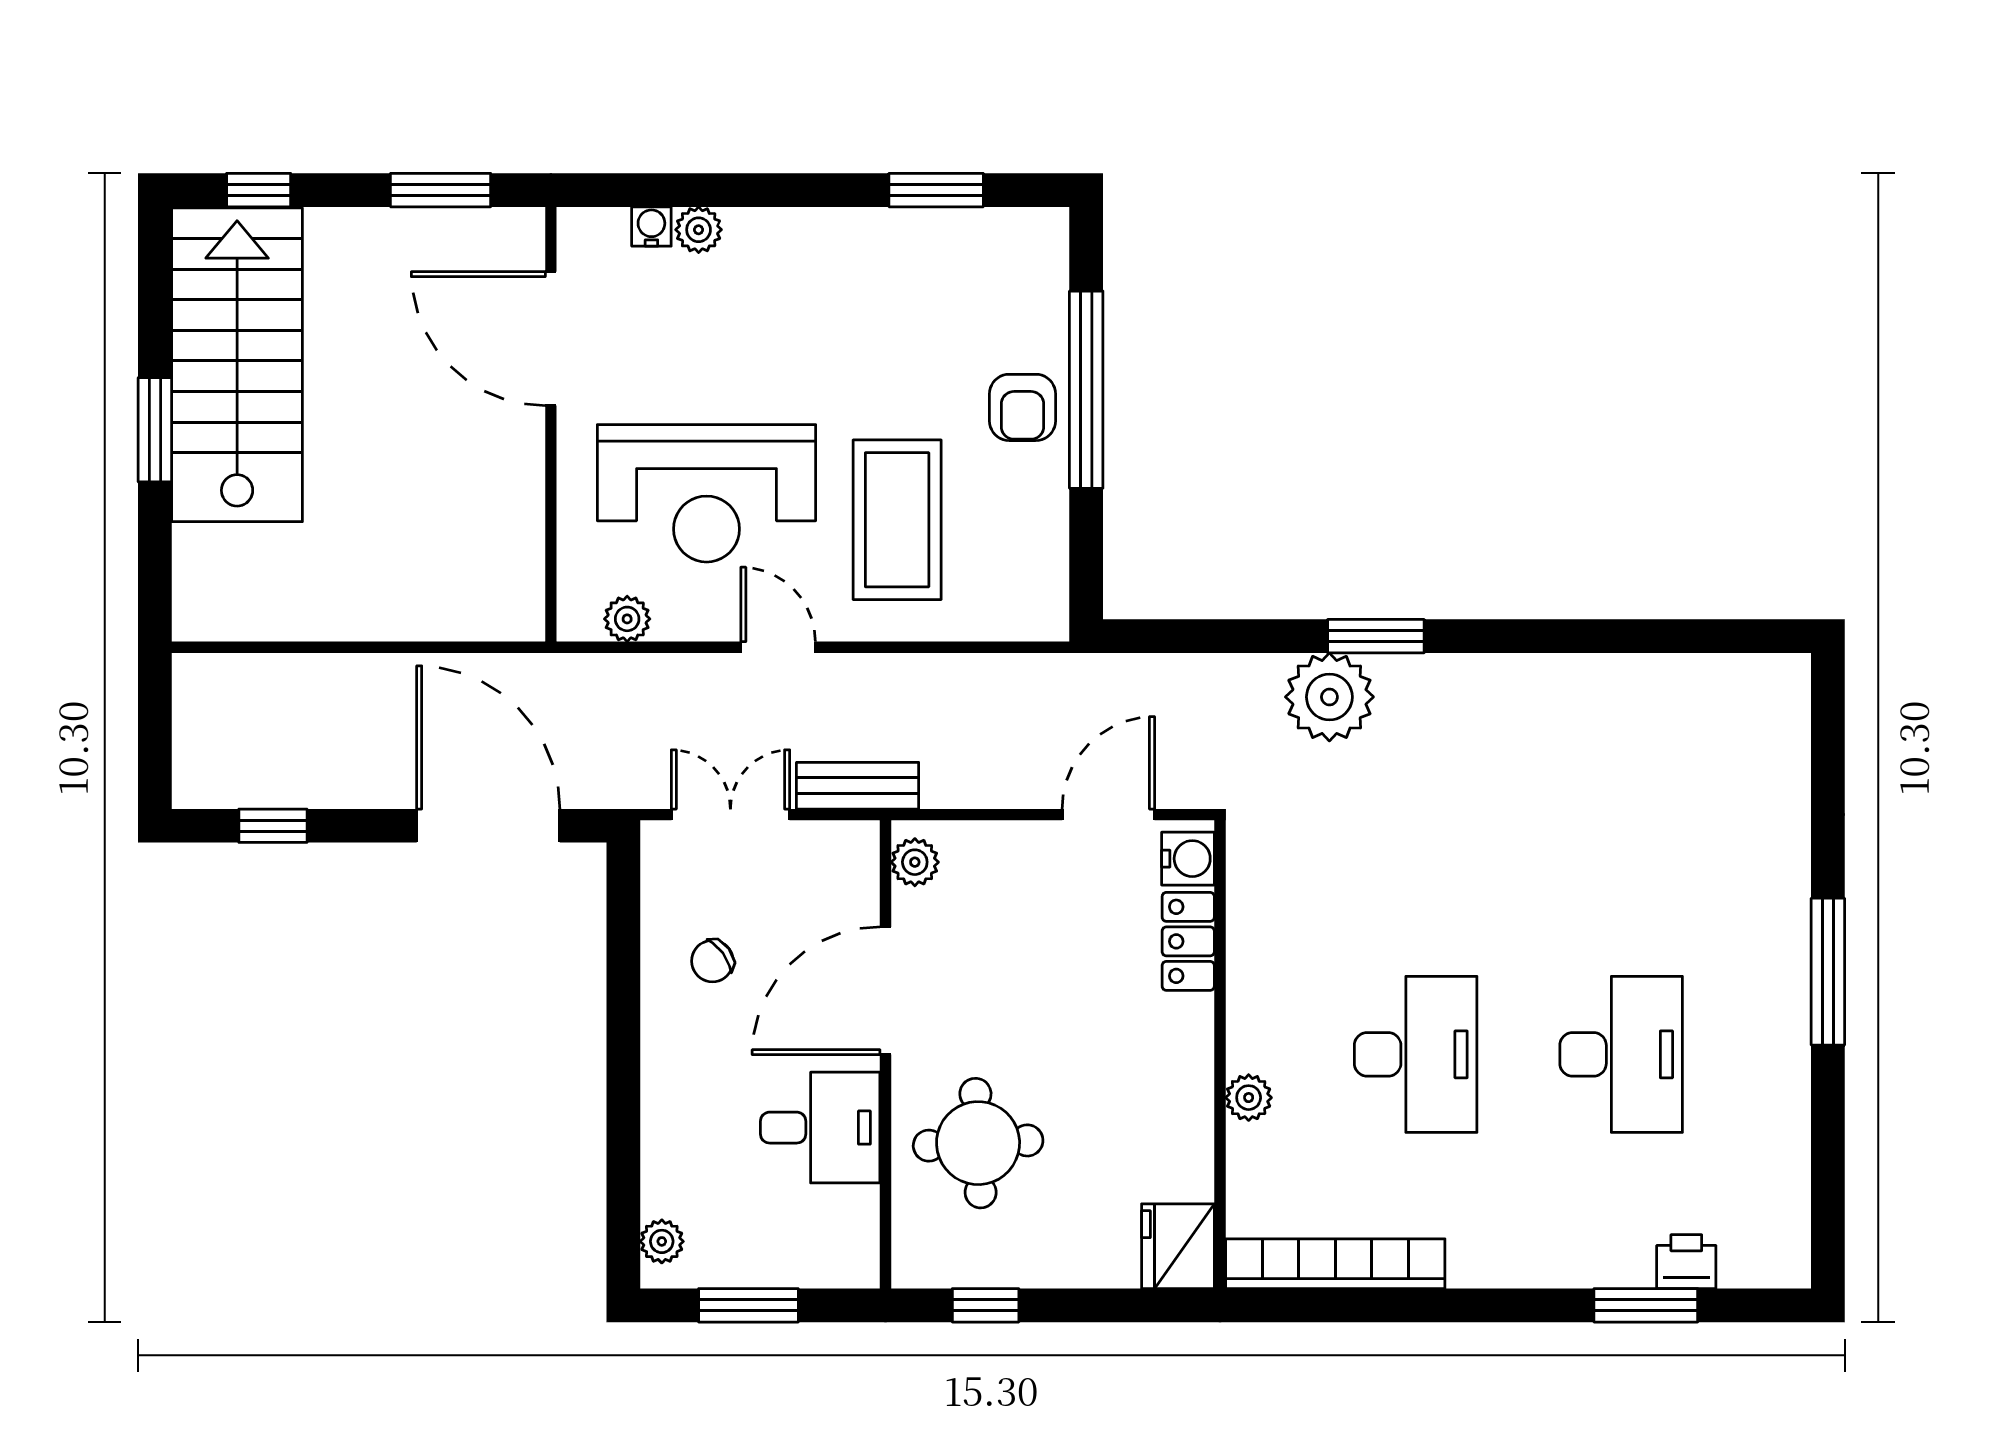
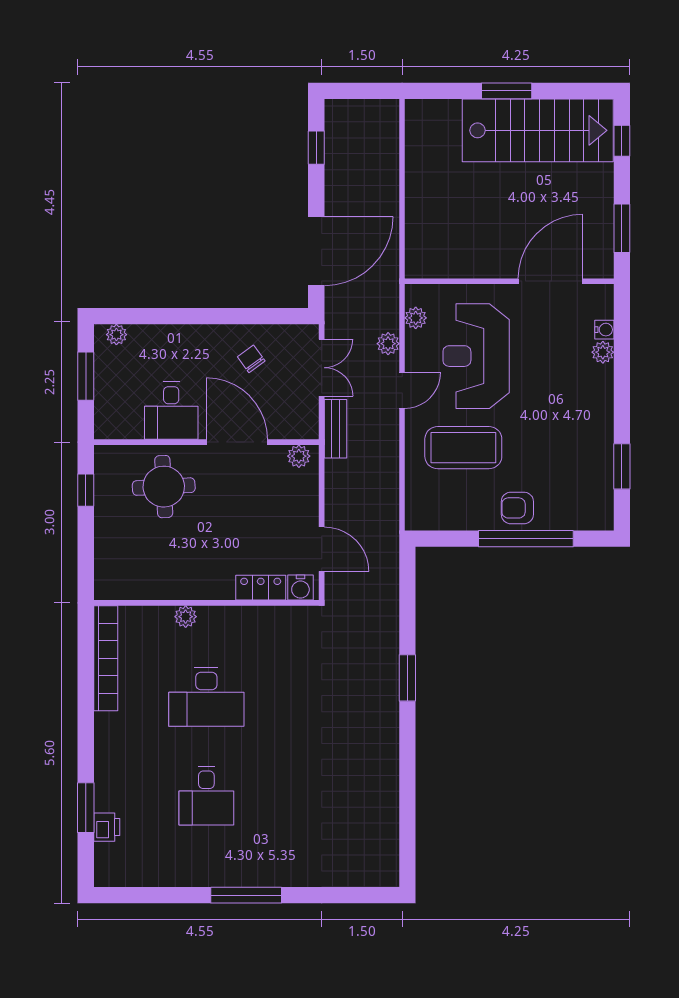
plant: (1329, 697) -> (388, 344), moved, width x0.53, depth x0.53
desk: (1621, 1054) -> (206, 796), width x0.73
fridge: (1178, 1246) -> (114, 583), removed

